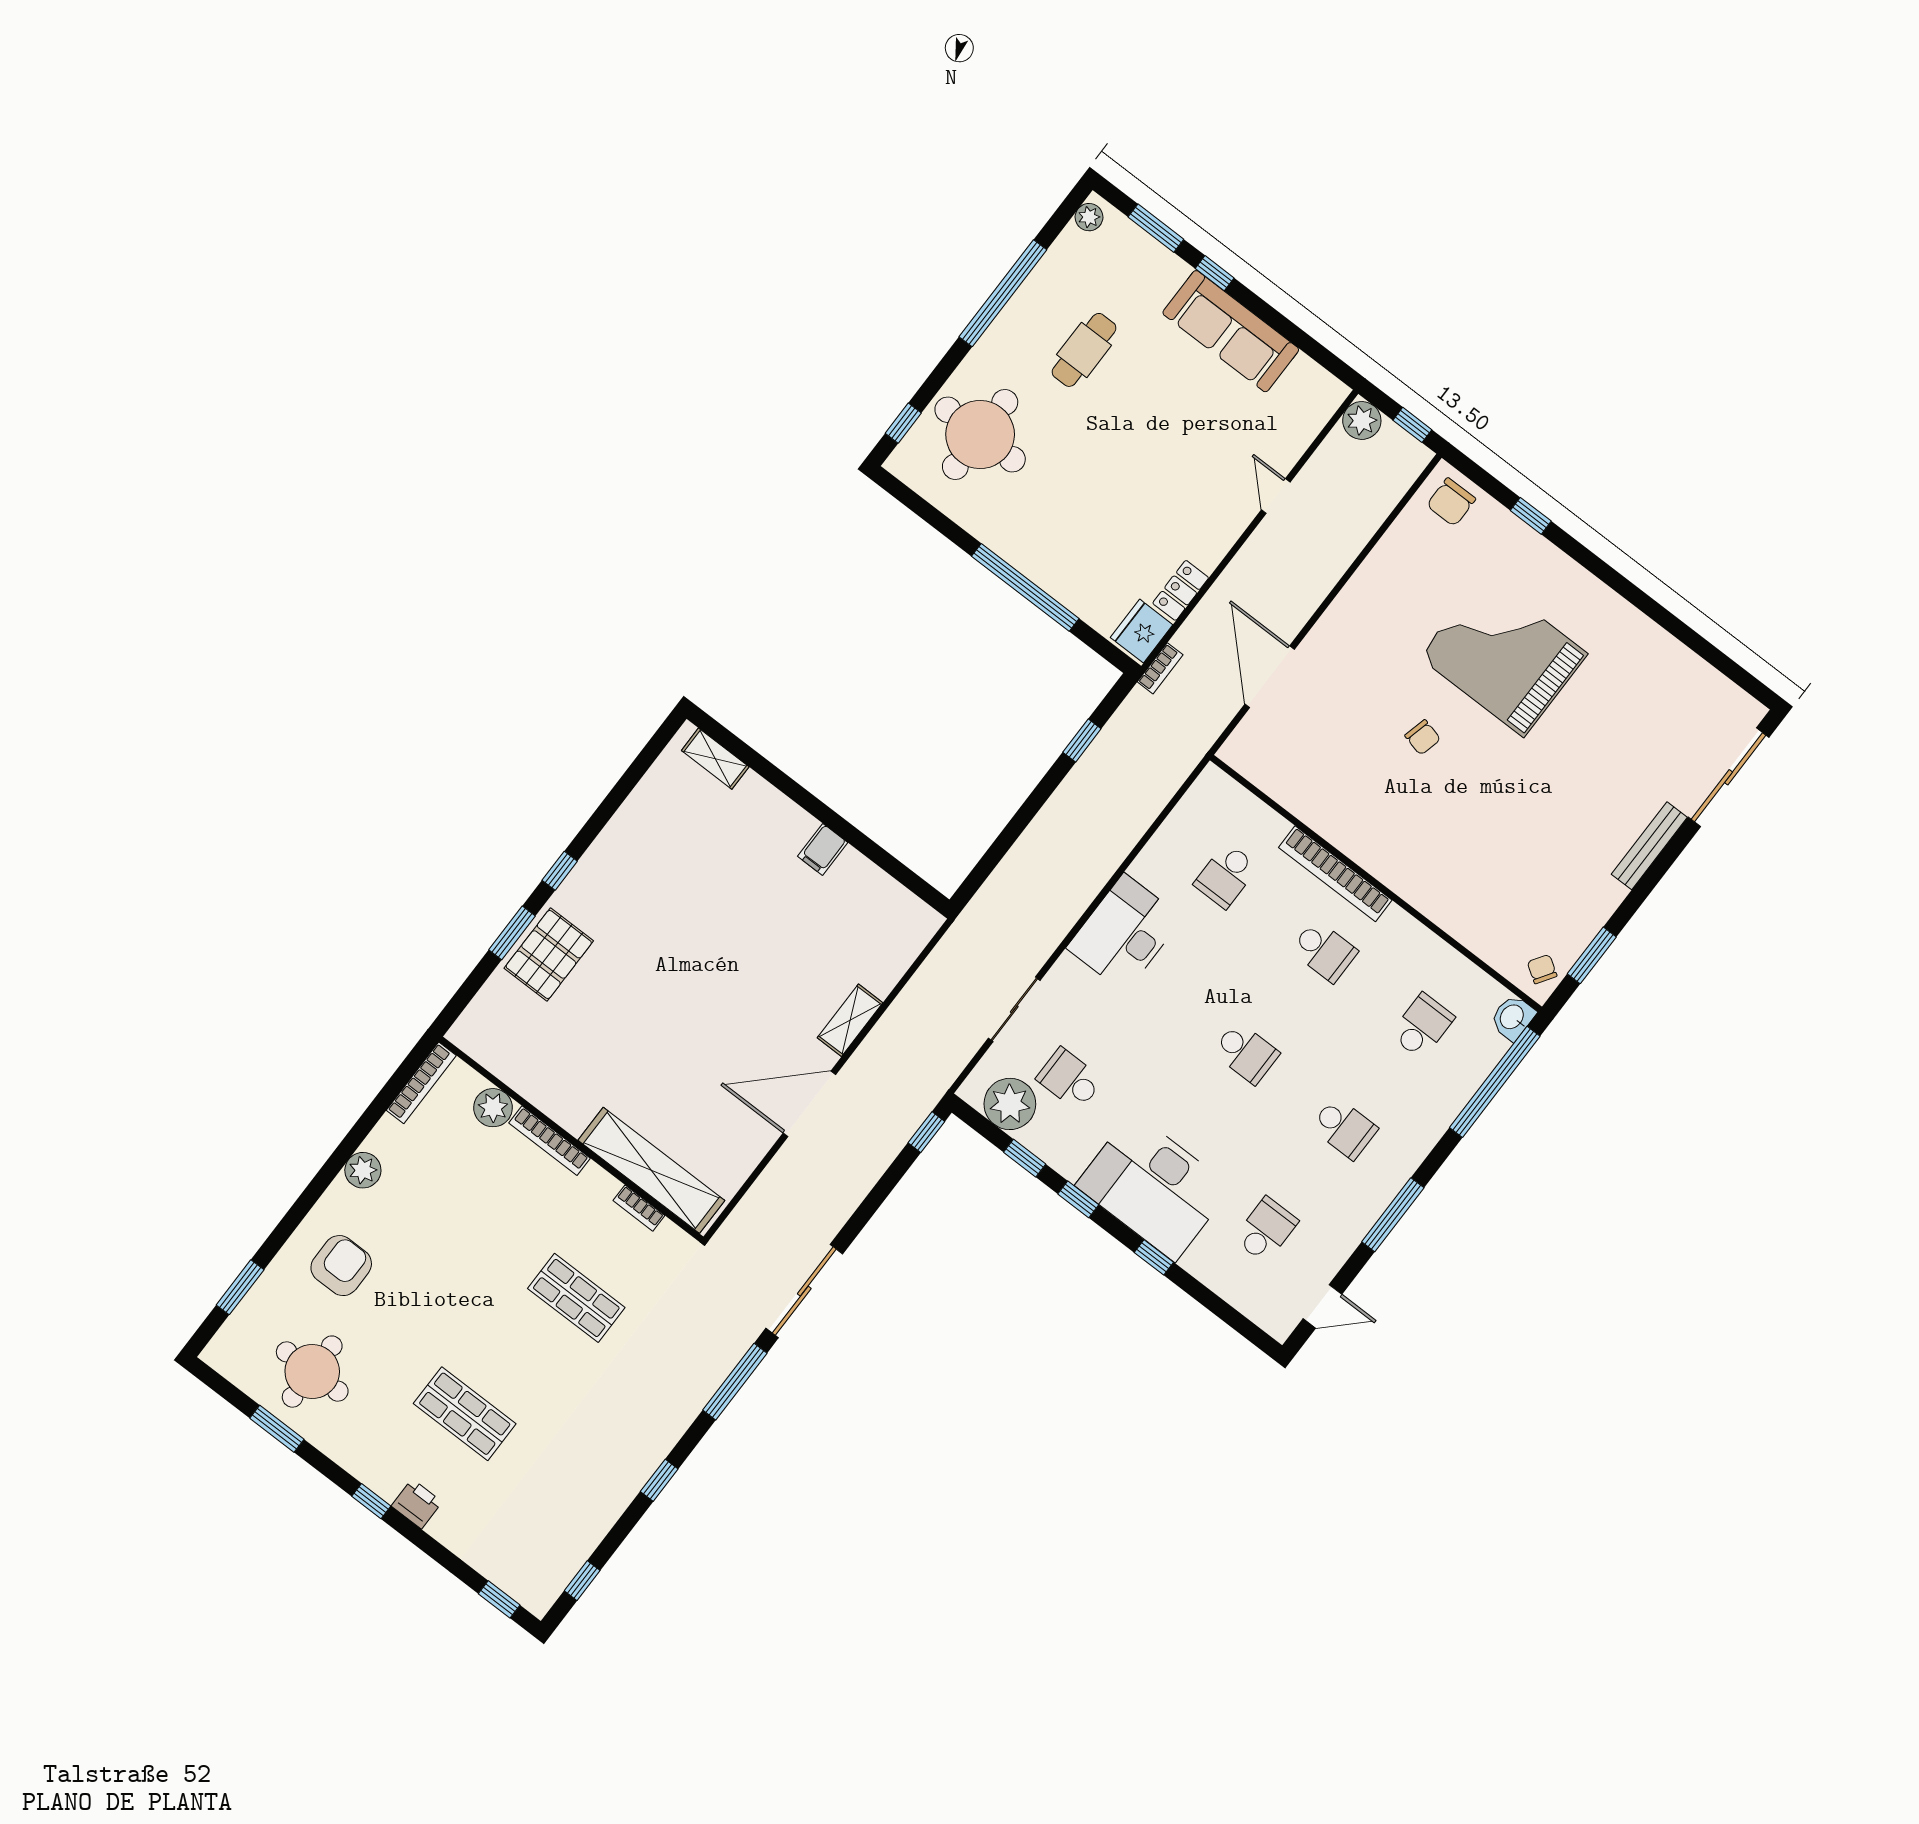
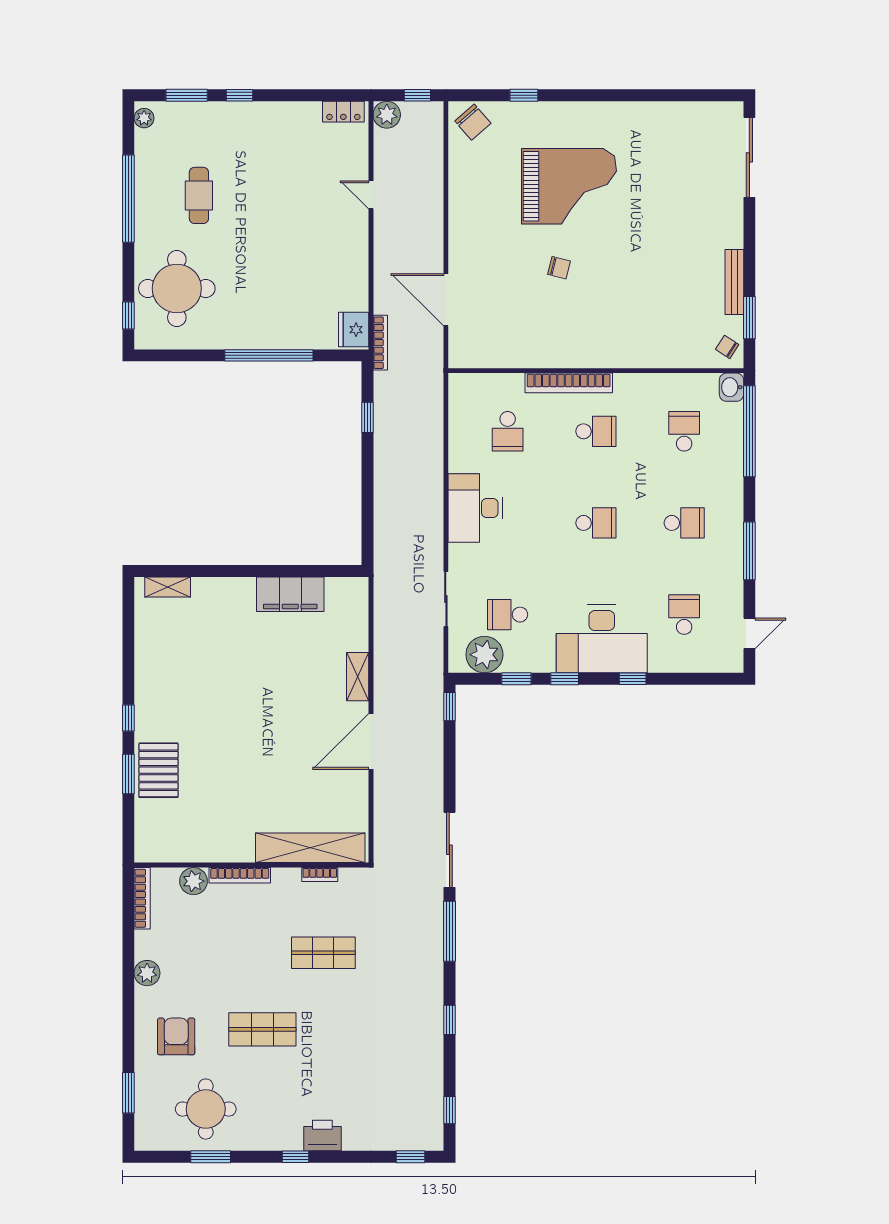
sofa: (1231, 331) -> (274, 121), removed
chair: (1451, 502) -> (473, 122), turned -41
locker: (1181, 590) -> (343, 112), moved, turned -90
grand piano: (1503, 655) -> (569, 186), turned 180
bookcase: (1160, 668) -> (380, 343), width x1.56
bench: (1649, 846) -> (734, 282), moved
filing cabinet: (823, 849) -> (290, 594), width x3.00, depth x1.17
shop shelf: (465, 1414) -> (262, 1029), moved
printer: (417, 1504) -> (322, 1136), width x1.36, depth x1.24

